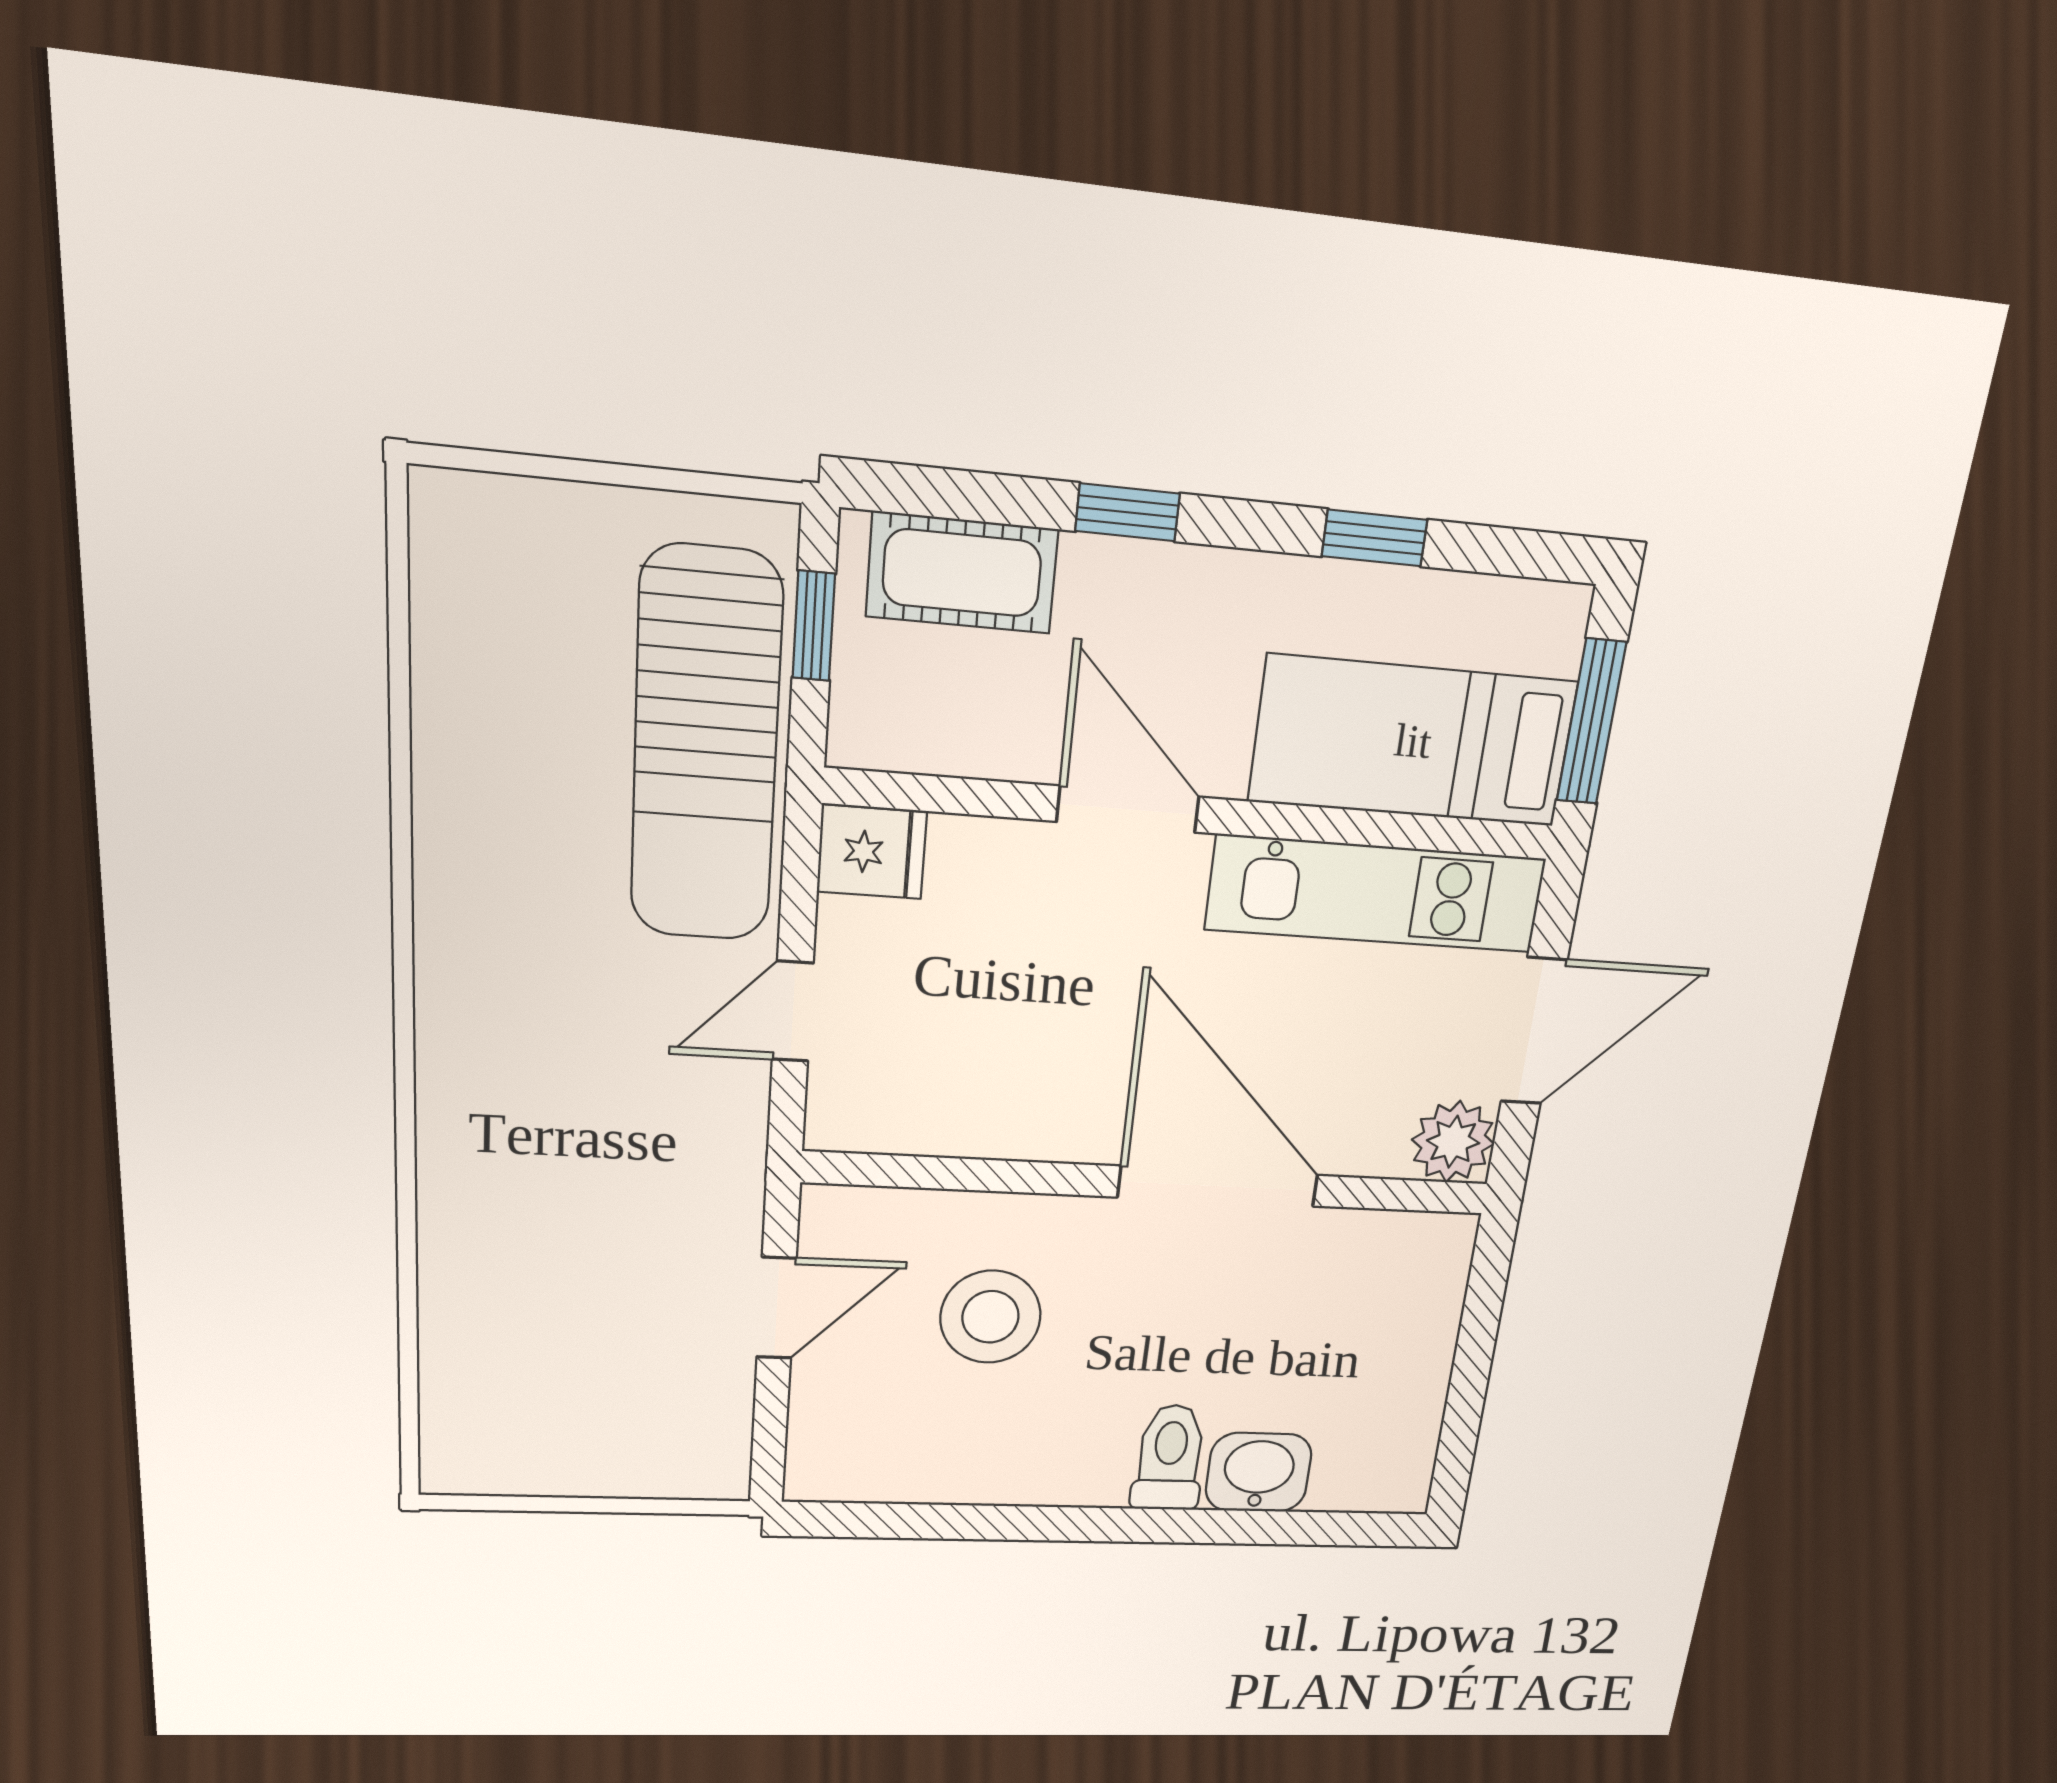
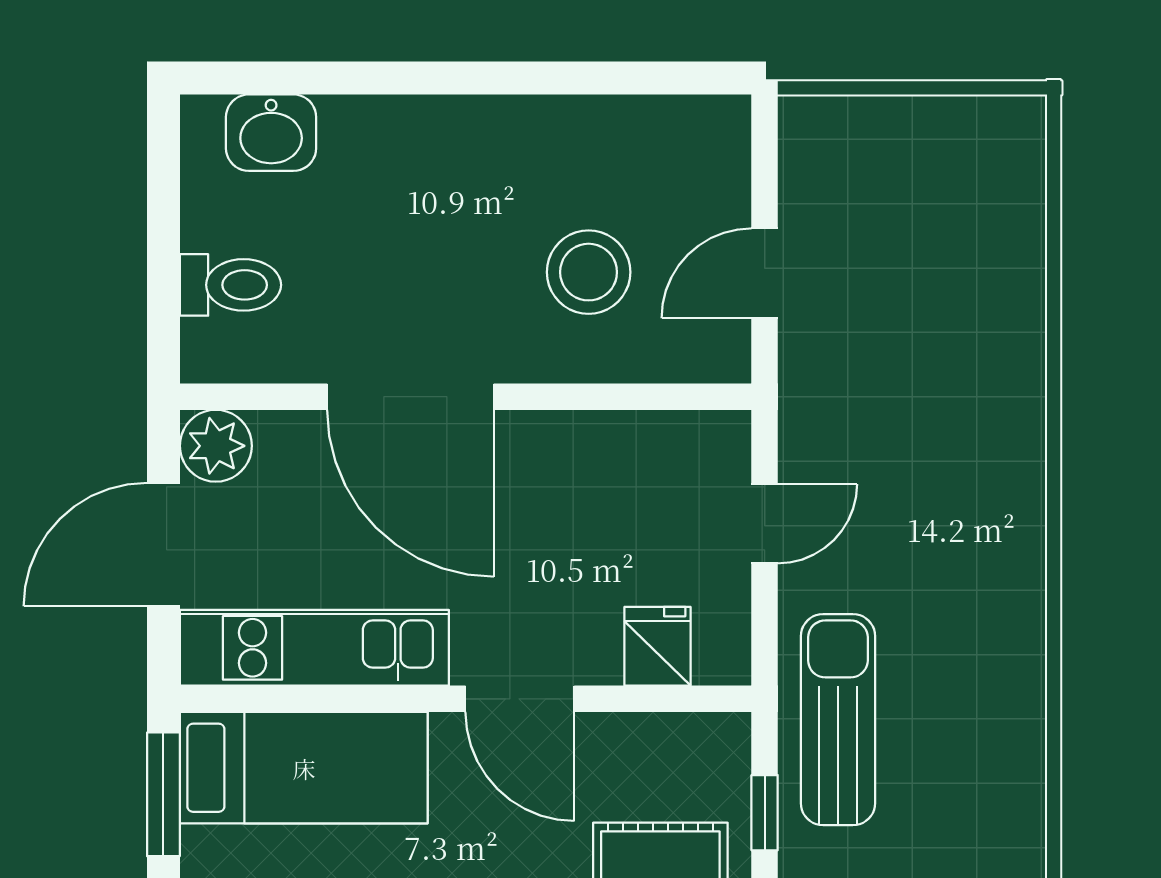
sun lounger: (706, 747) -> (838, 720), width x0.73, depth x0.75
fridge: (872, 852) -> (657, 646), moved, turned 90
toilet: (1169, 1458) -> (230, 285), moved, turned -90
washbasin: (1259, 1472) -> (271, 133), moved

